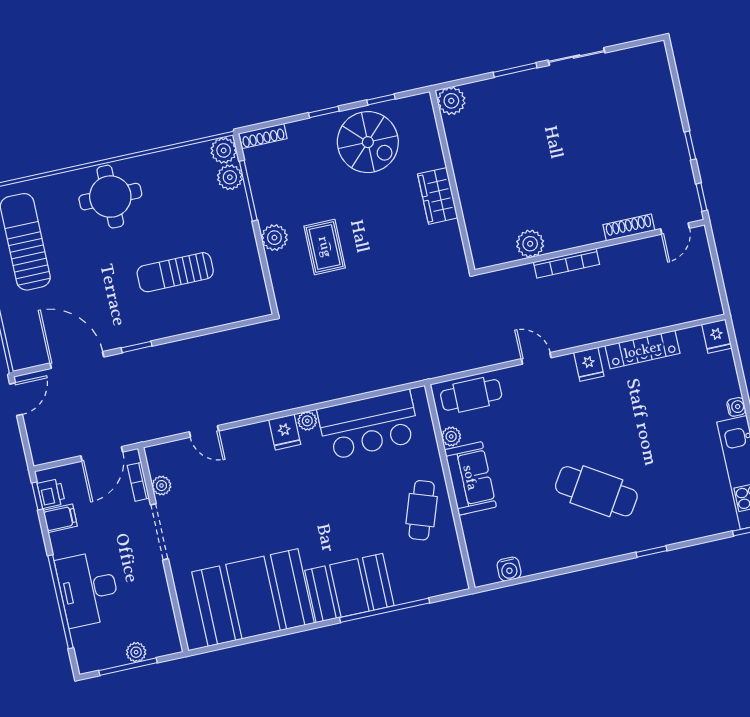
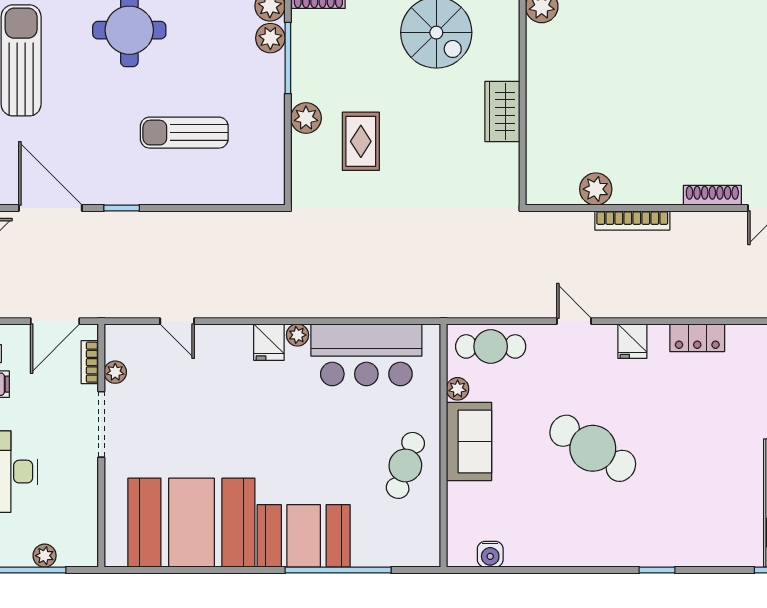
locker: (643, 350) -> (697, 338), width x0.66
cafe table: (596, 491) -> (593, 448), moved

